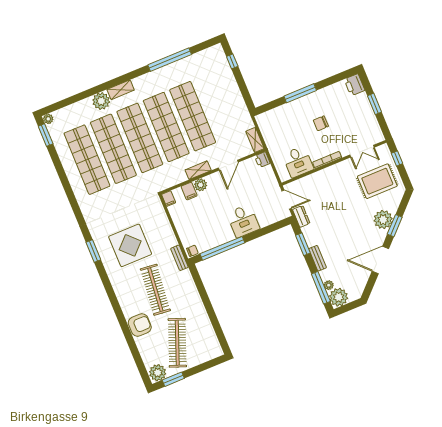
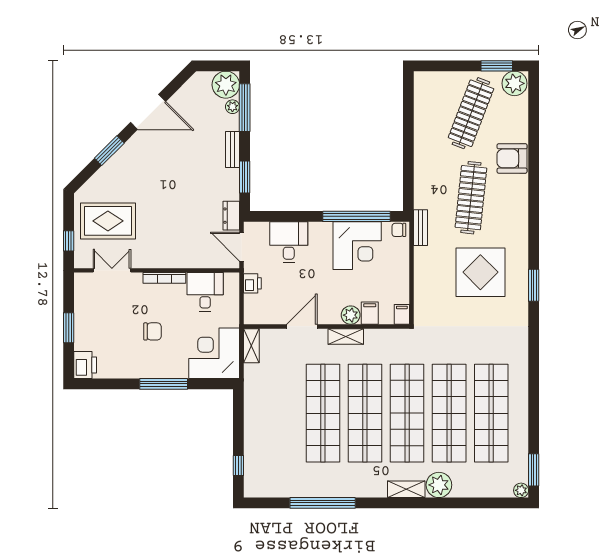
corner desk: (276, 126) -> (214, 353), added
printer: (262, 160) -> (252, 283), moved
plant: (383, 220) -> (122, 165), removed
desk: (243, 221) -> (289, 242), moved
corner desk: (214, 230) -> (357, 246), added

